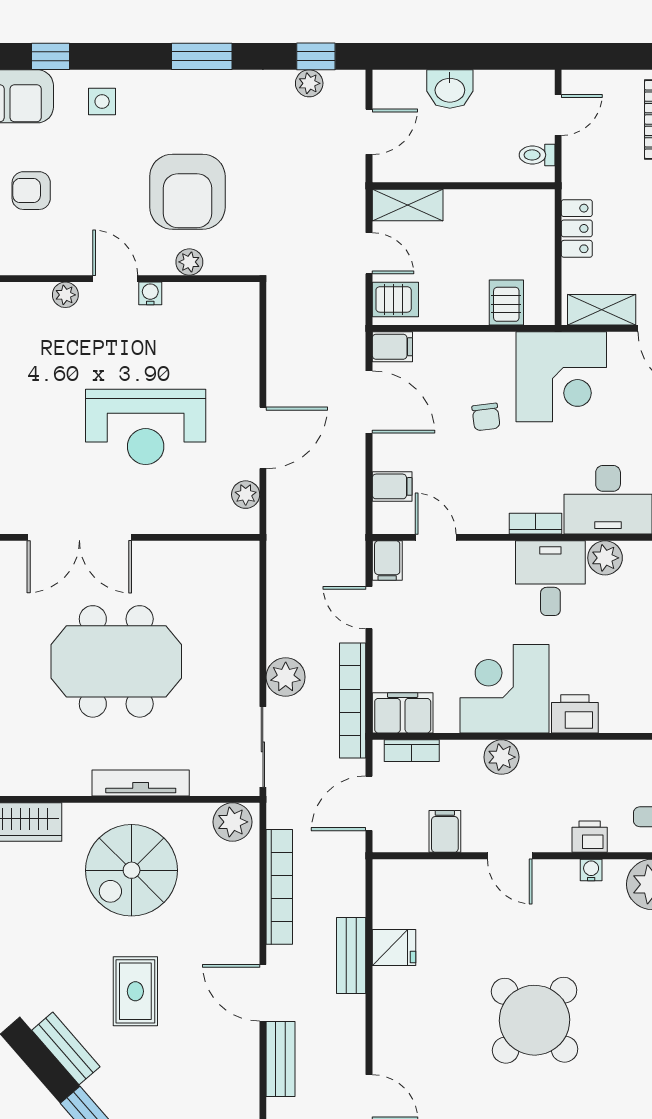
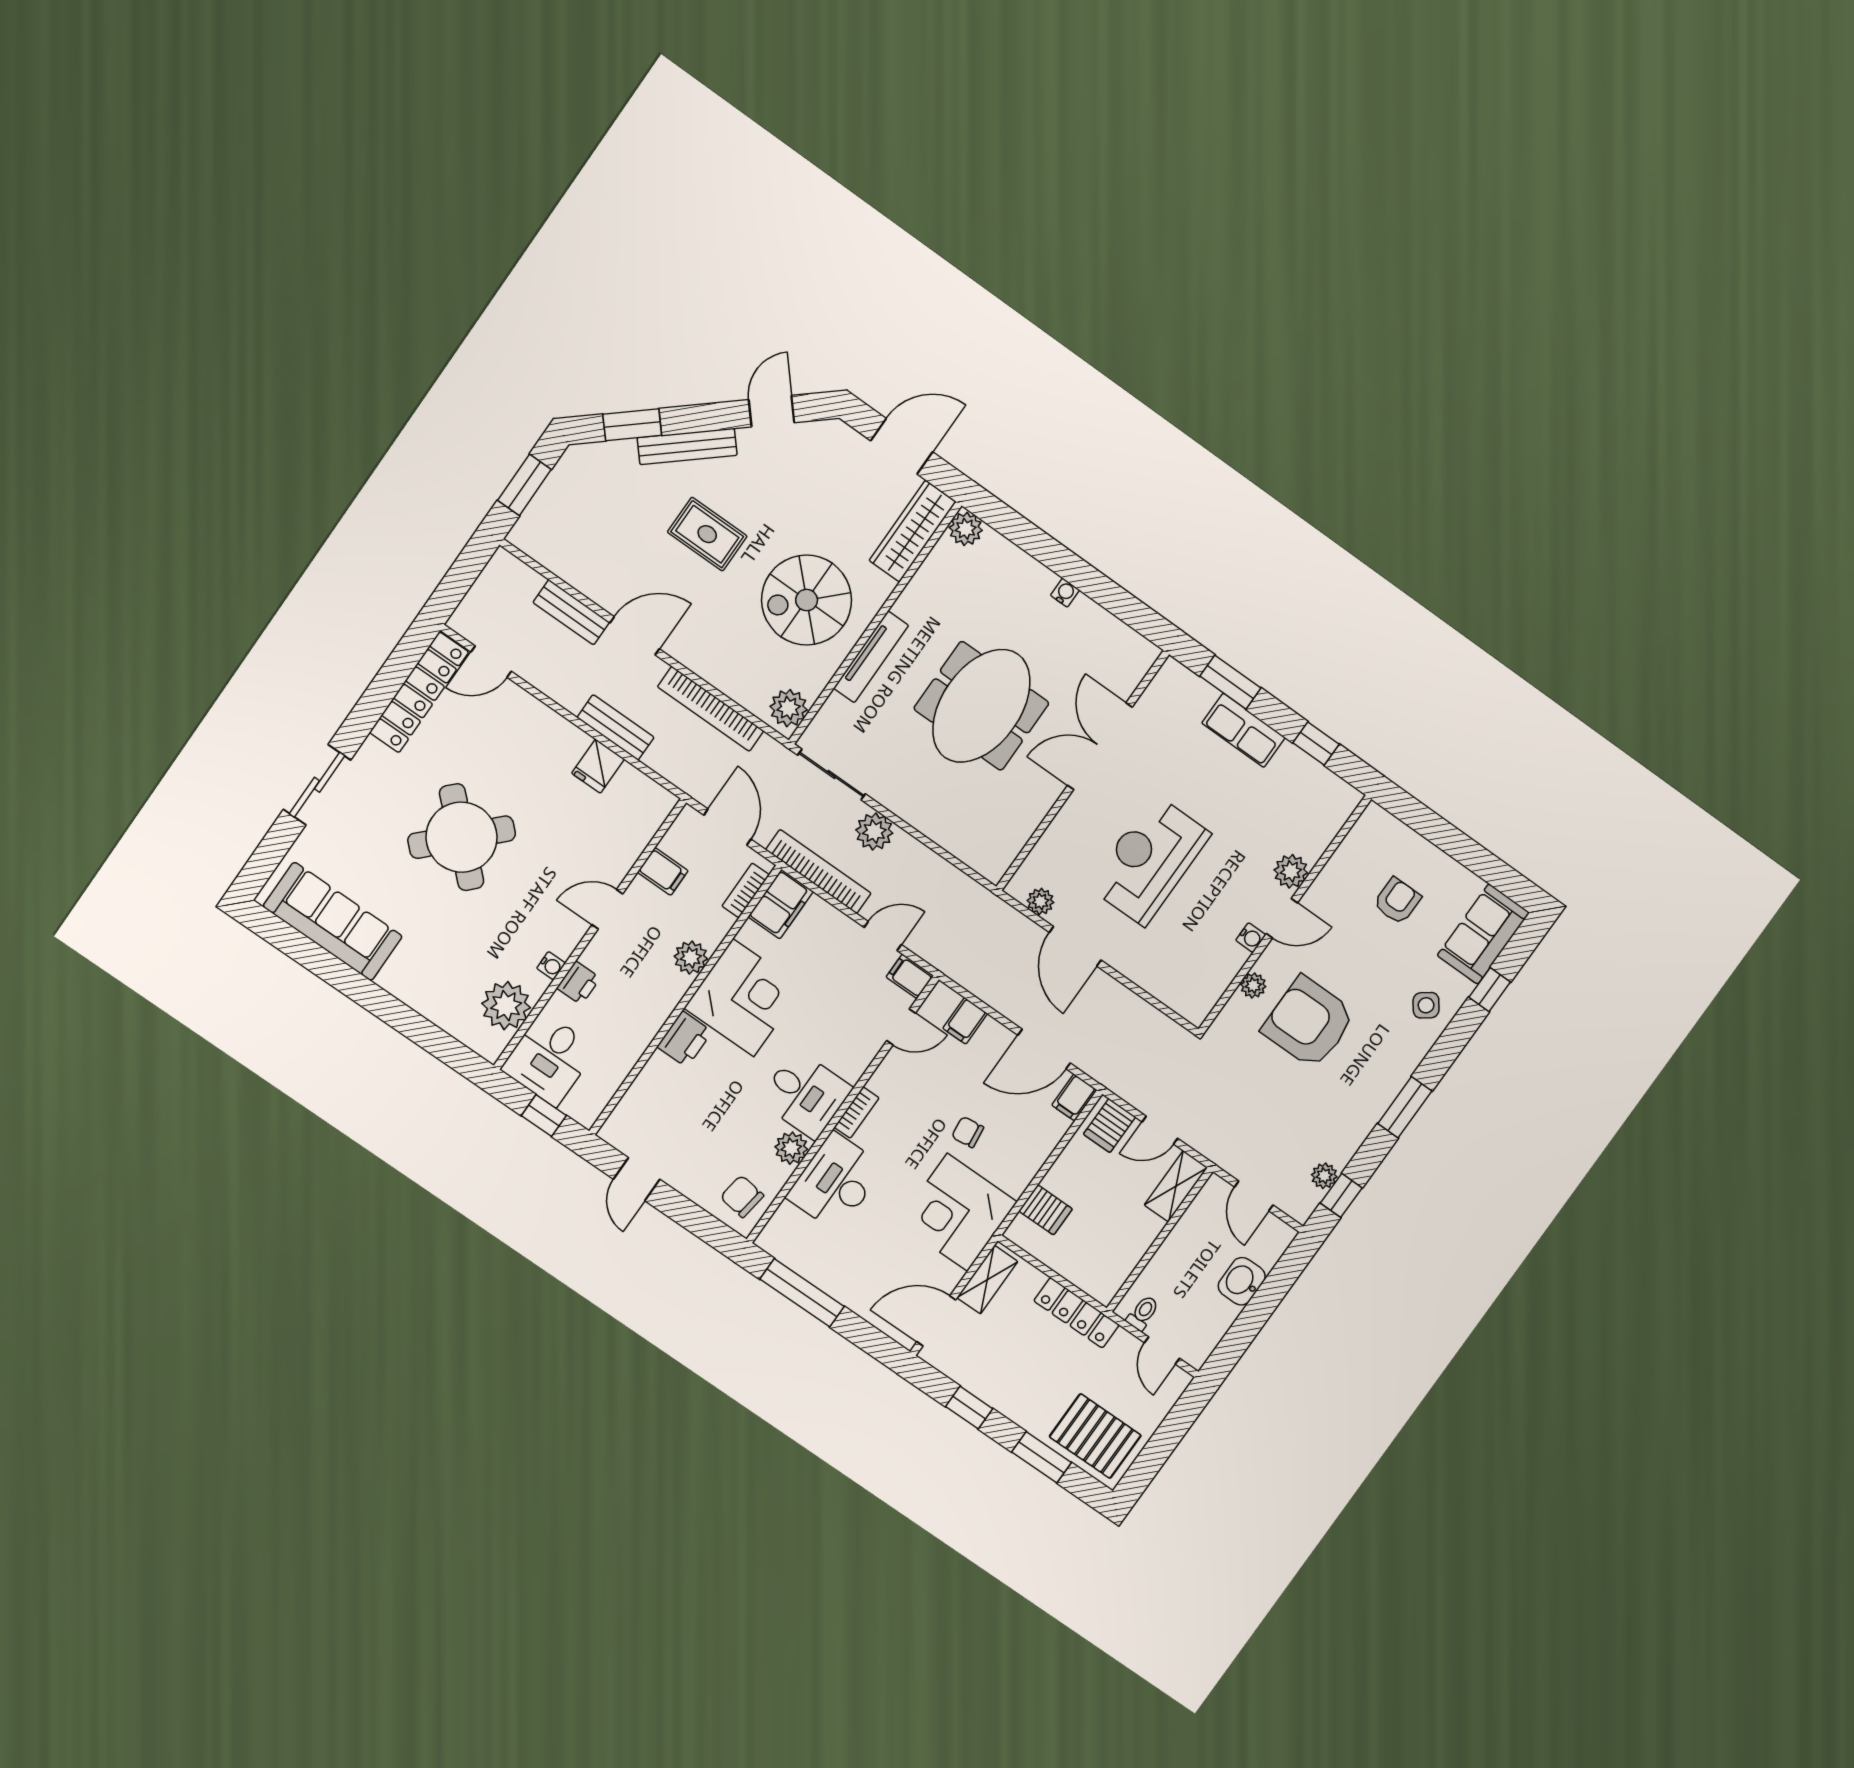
side table: (102, 101) -> (1426, 1005), turned -37
locker: (577, 228) -> (1076, 1313), width x1.53
plant: (65, 295) -> (1291, 871), width x1.38, depth x1.38
spiral stairs: (132, 870) -> (807, 600), turned -90
bench: (66, 1048) -> (687, 446), width x1.36

